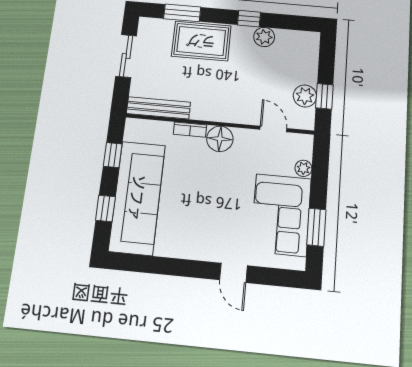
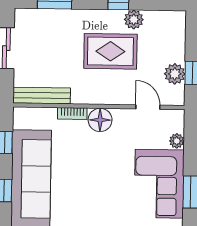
rug: (201, 41) -> (110, 51), moved

